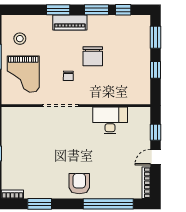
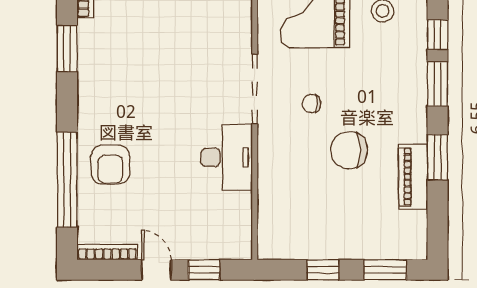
window: (123, 10) -> (437, 35), moved
piano: (70, 23) -> (413, 177), moved
desk: (110, 120) -> (226, 157), moved
armchair: (79, 184) -> (110, 165), moved, turned 90

